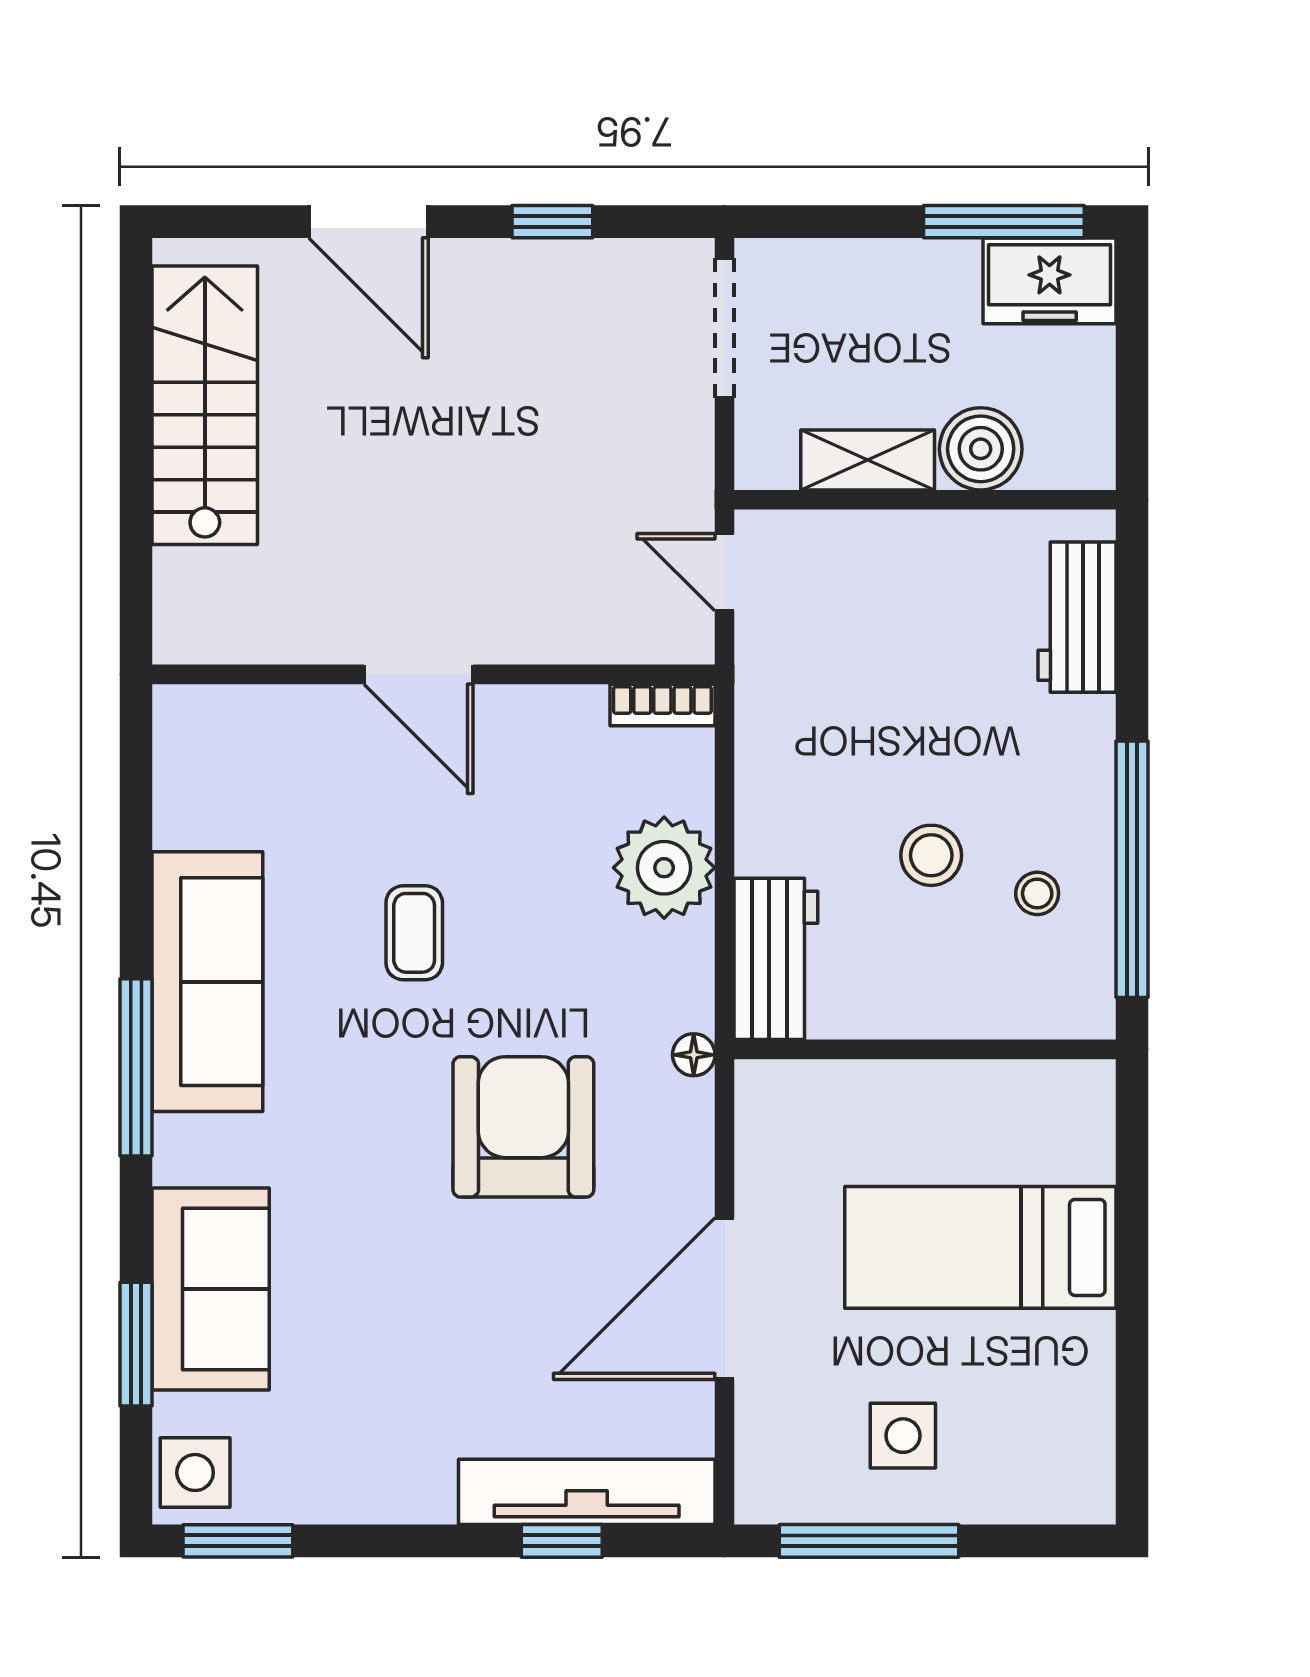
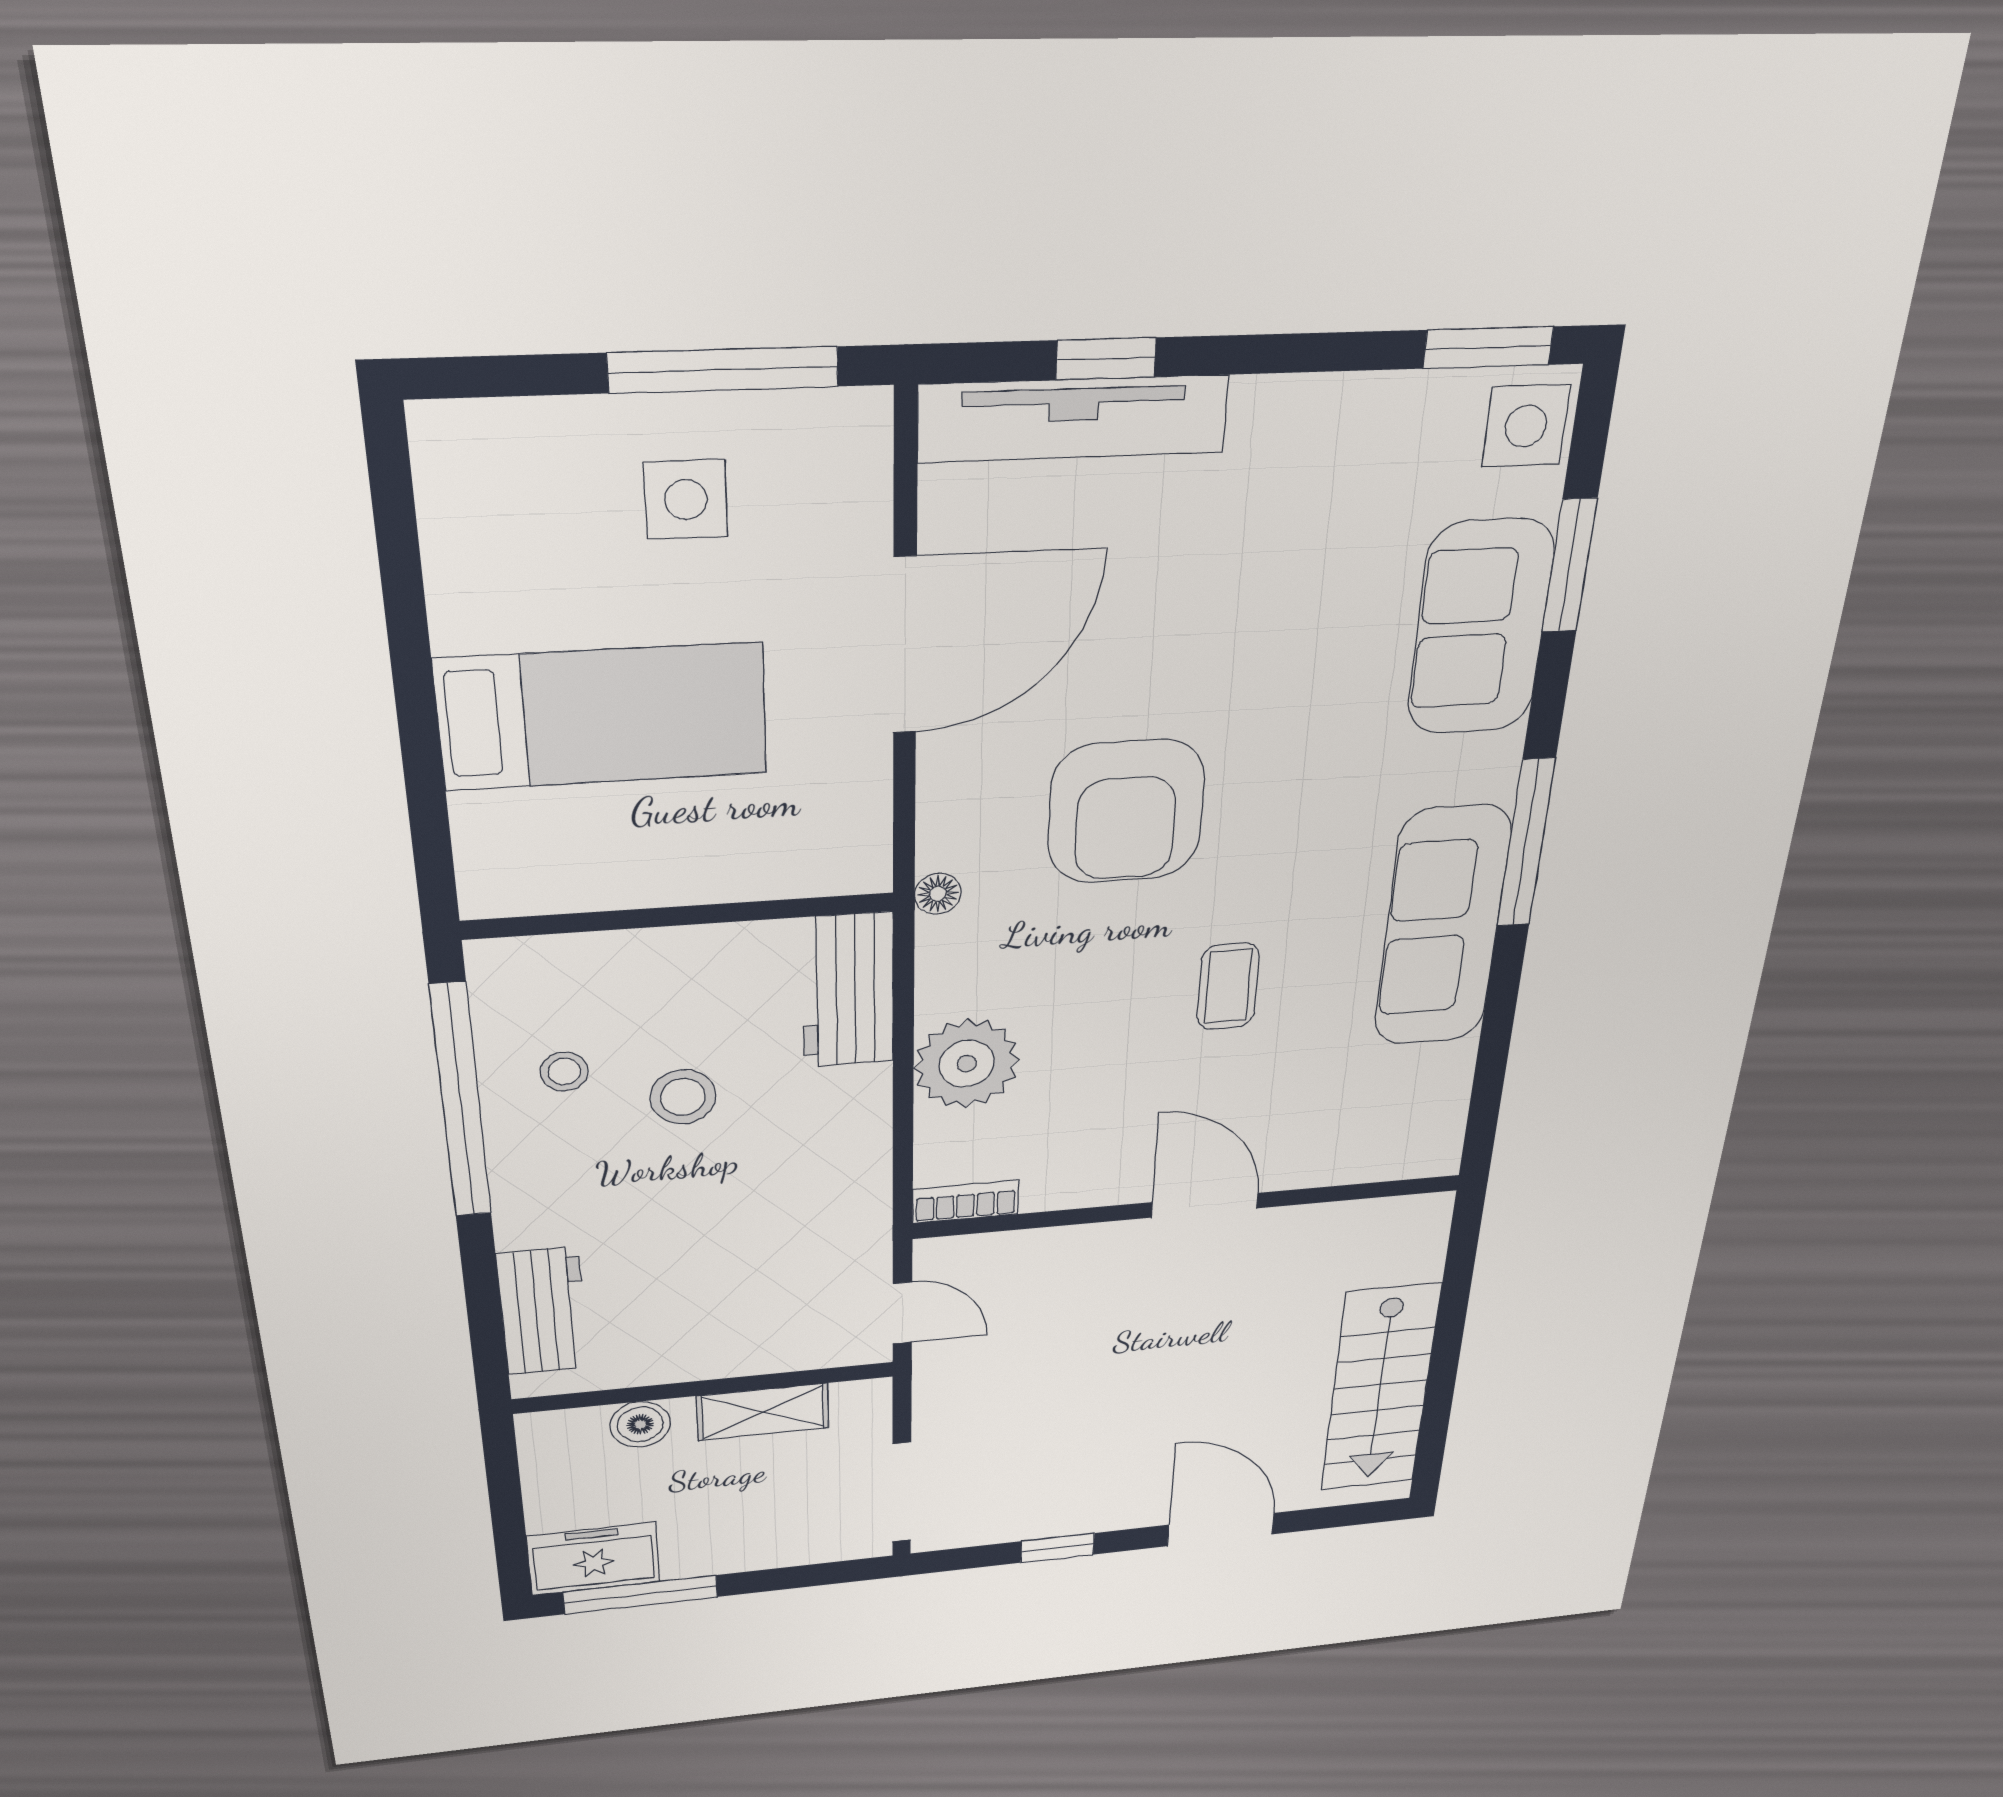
boiler: (981, 449) -> (640, 1424), width x0.73, depth x0.73

